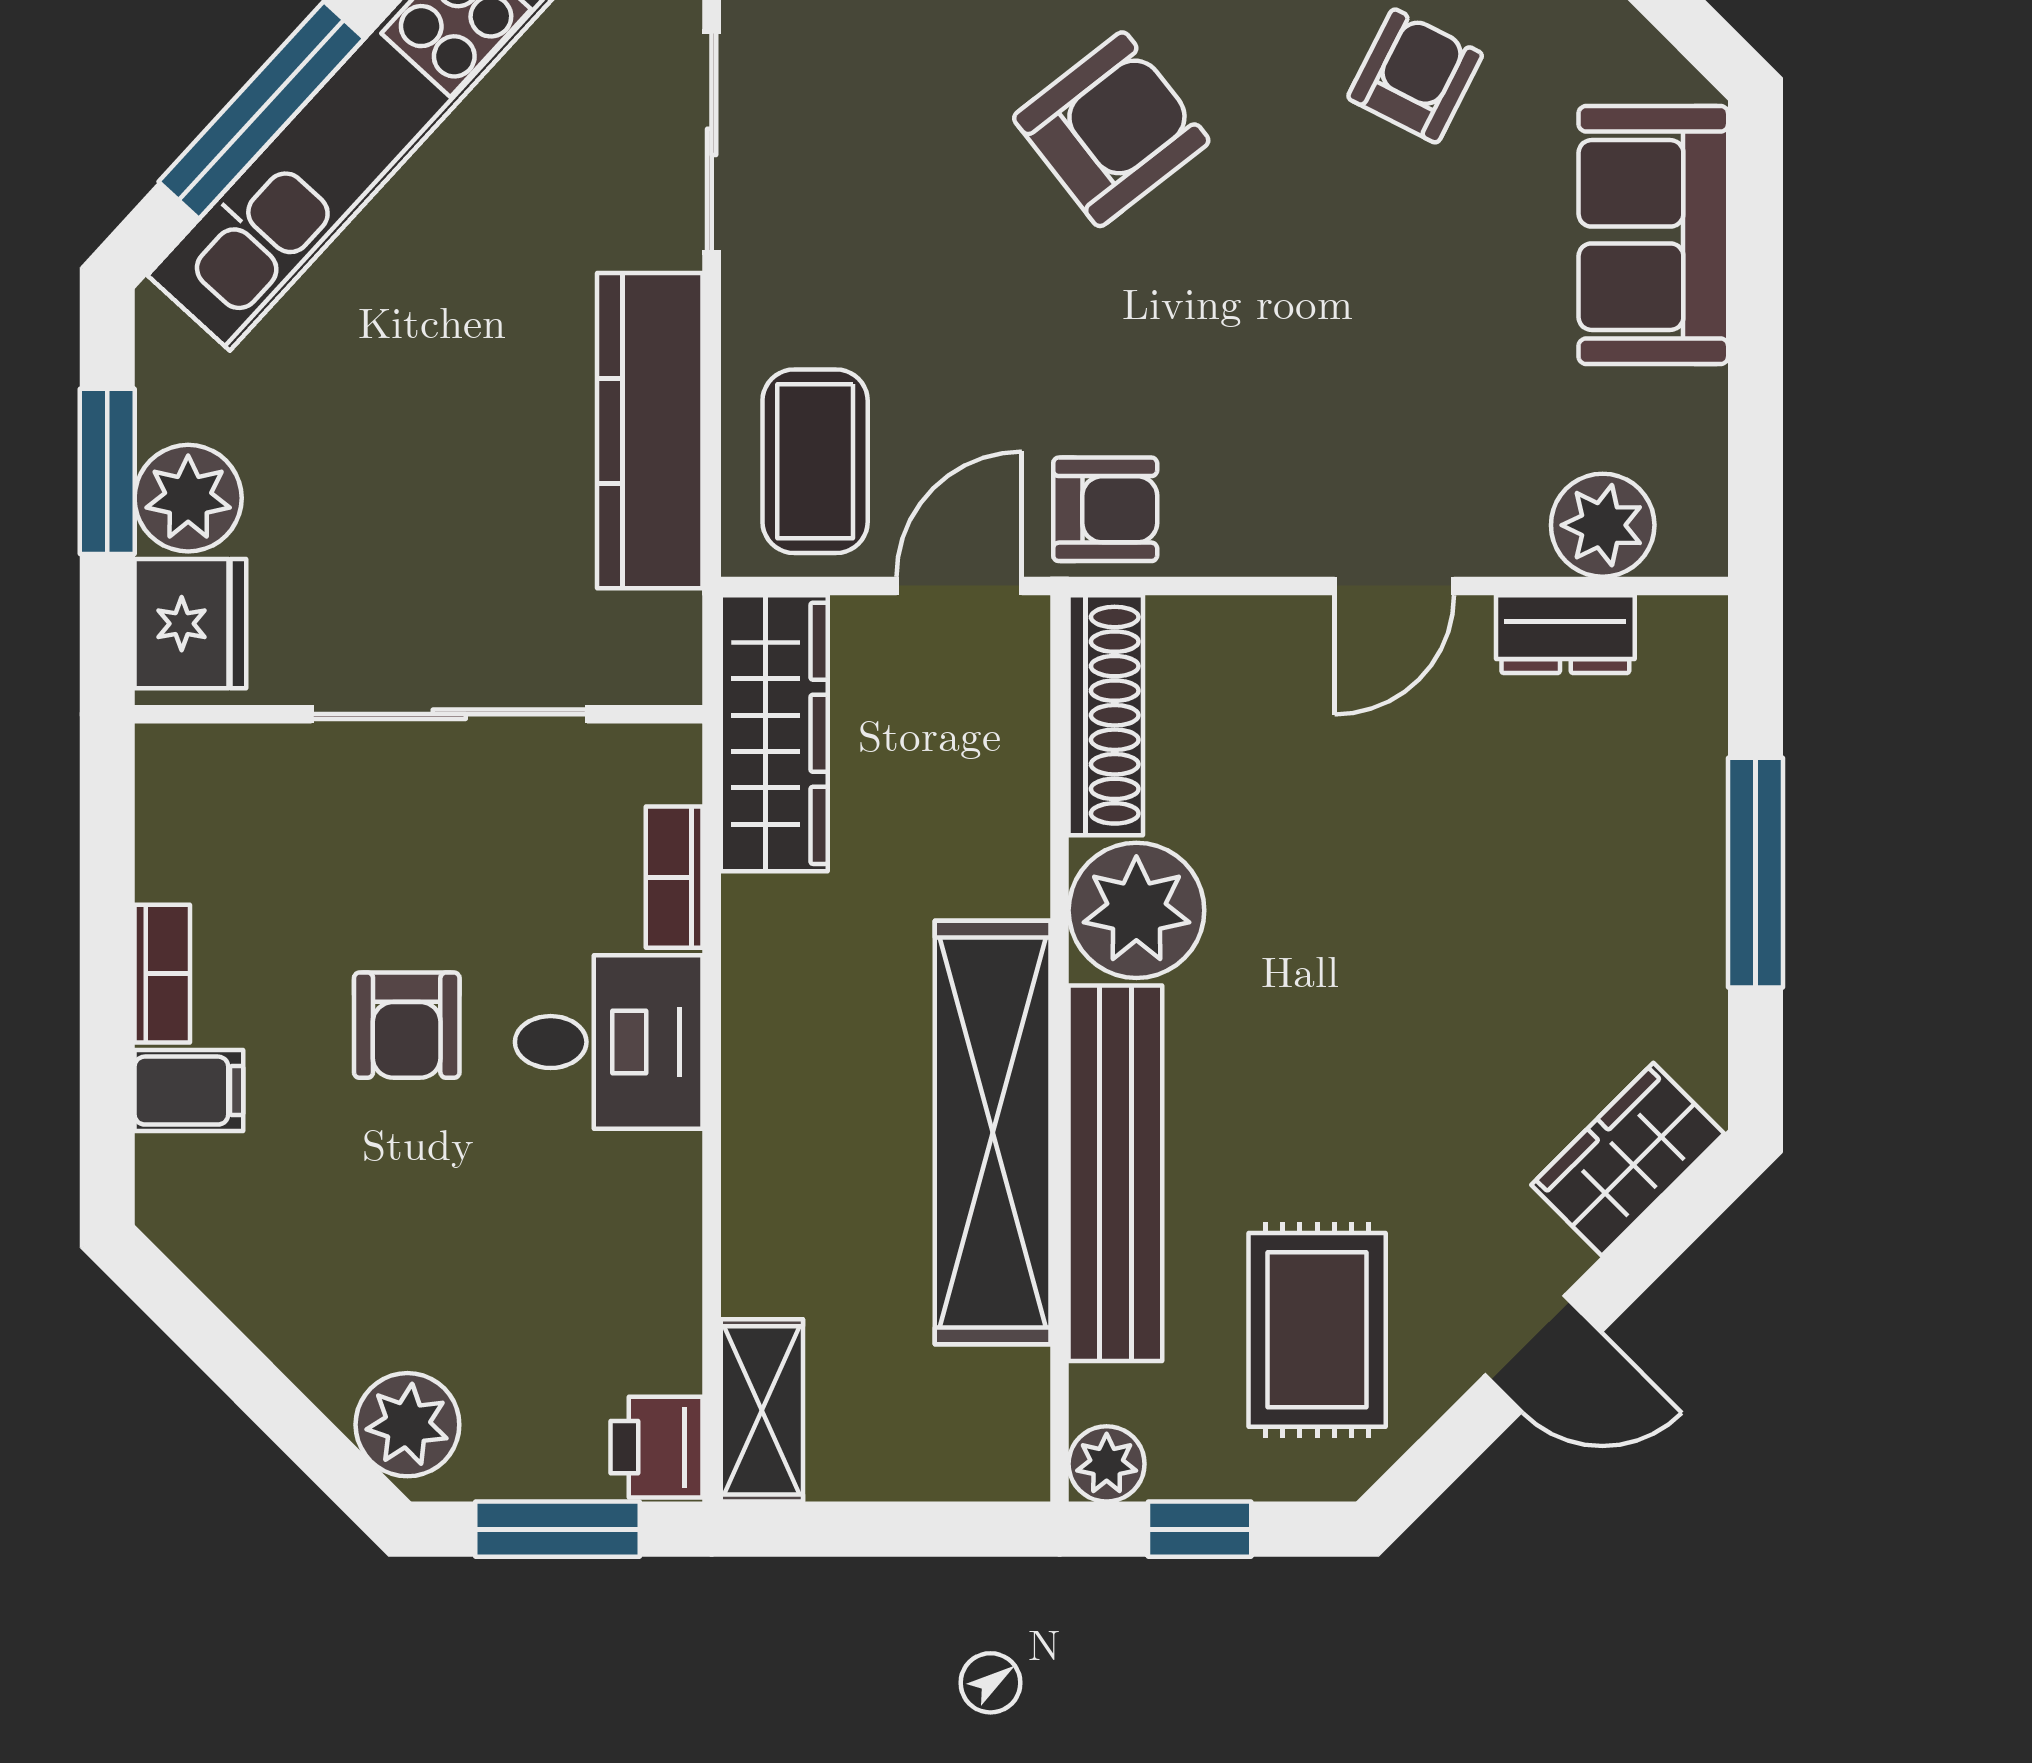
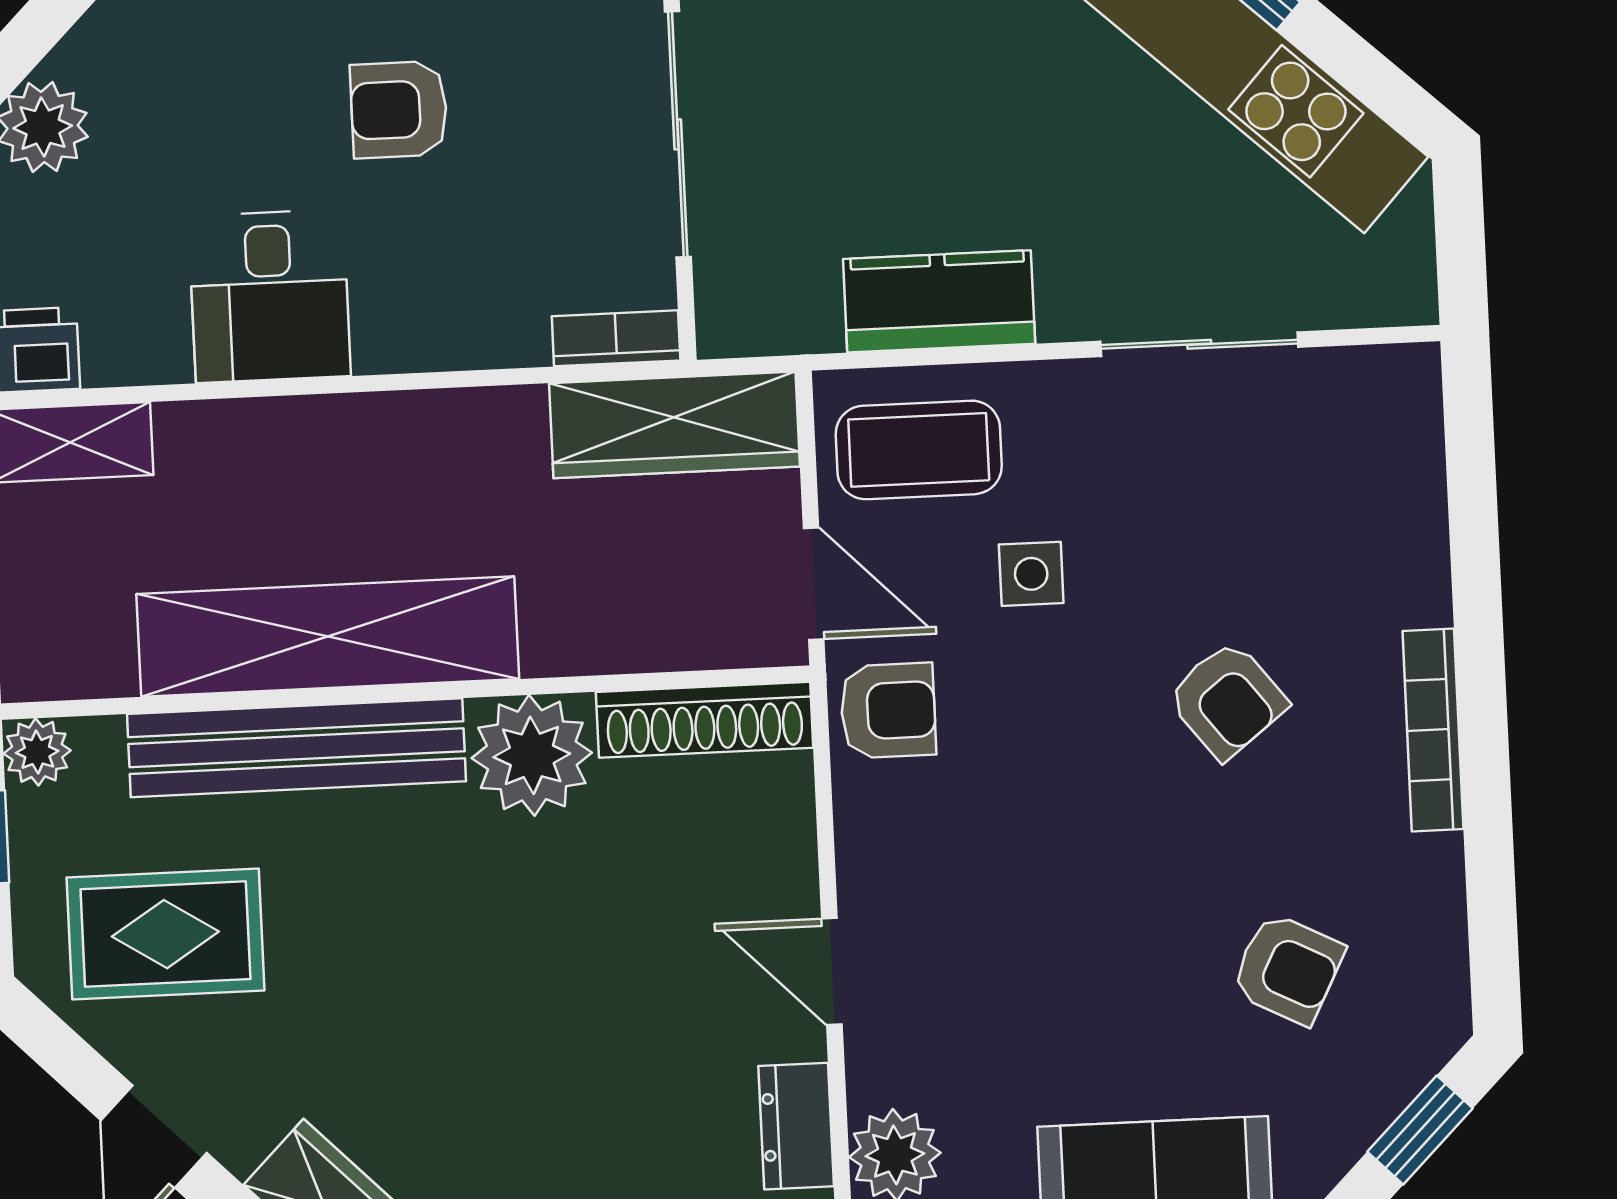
armchair: (1111, 129) -> (1227, 700), width x0.72, depth x0.72
side table: (960, 342) -> (1031, 574), added
kitchen counter: (650, 431) -> (939, 301), width x0.67
armchair: (1105, 509) -> (888, 711), turned -90
bookcase: (674, 877) -> (616, 338), moved
desk: (609, 1042) -> (270, 296), moved

